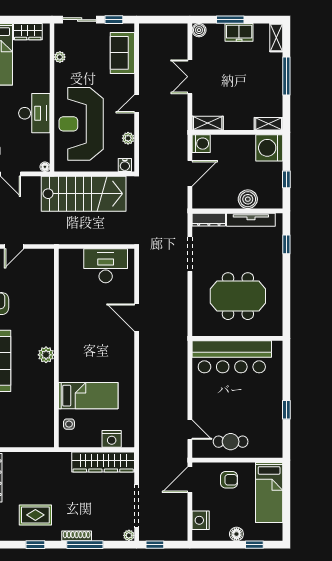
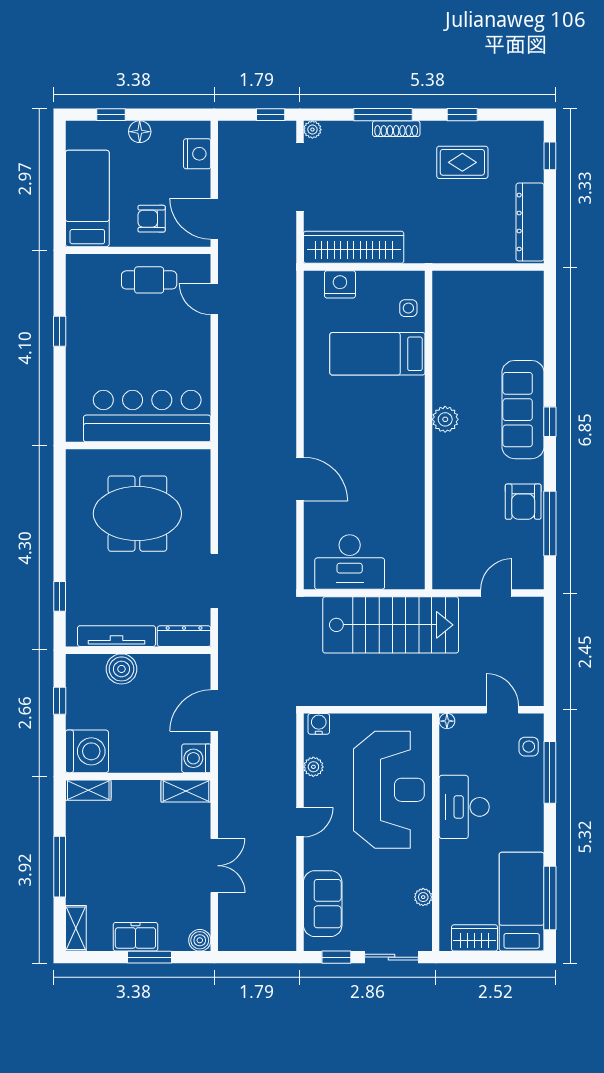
stairs: (84, 194) -> (391, 625), moved, turned 180
door: (190, 480) -> (214, 219), swing flipped

